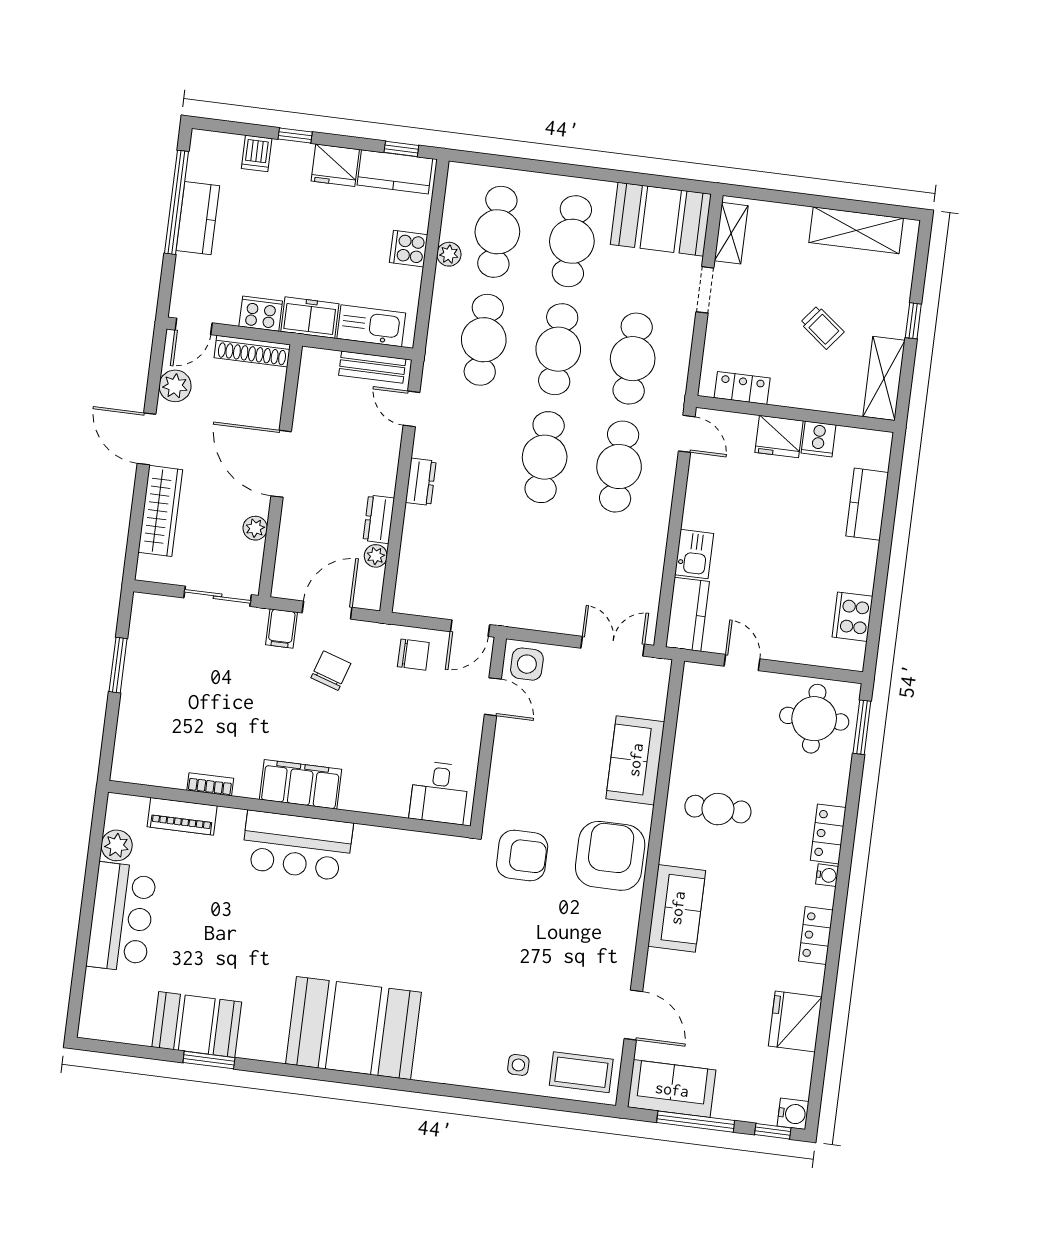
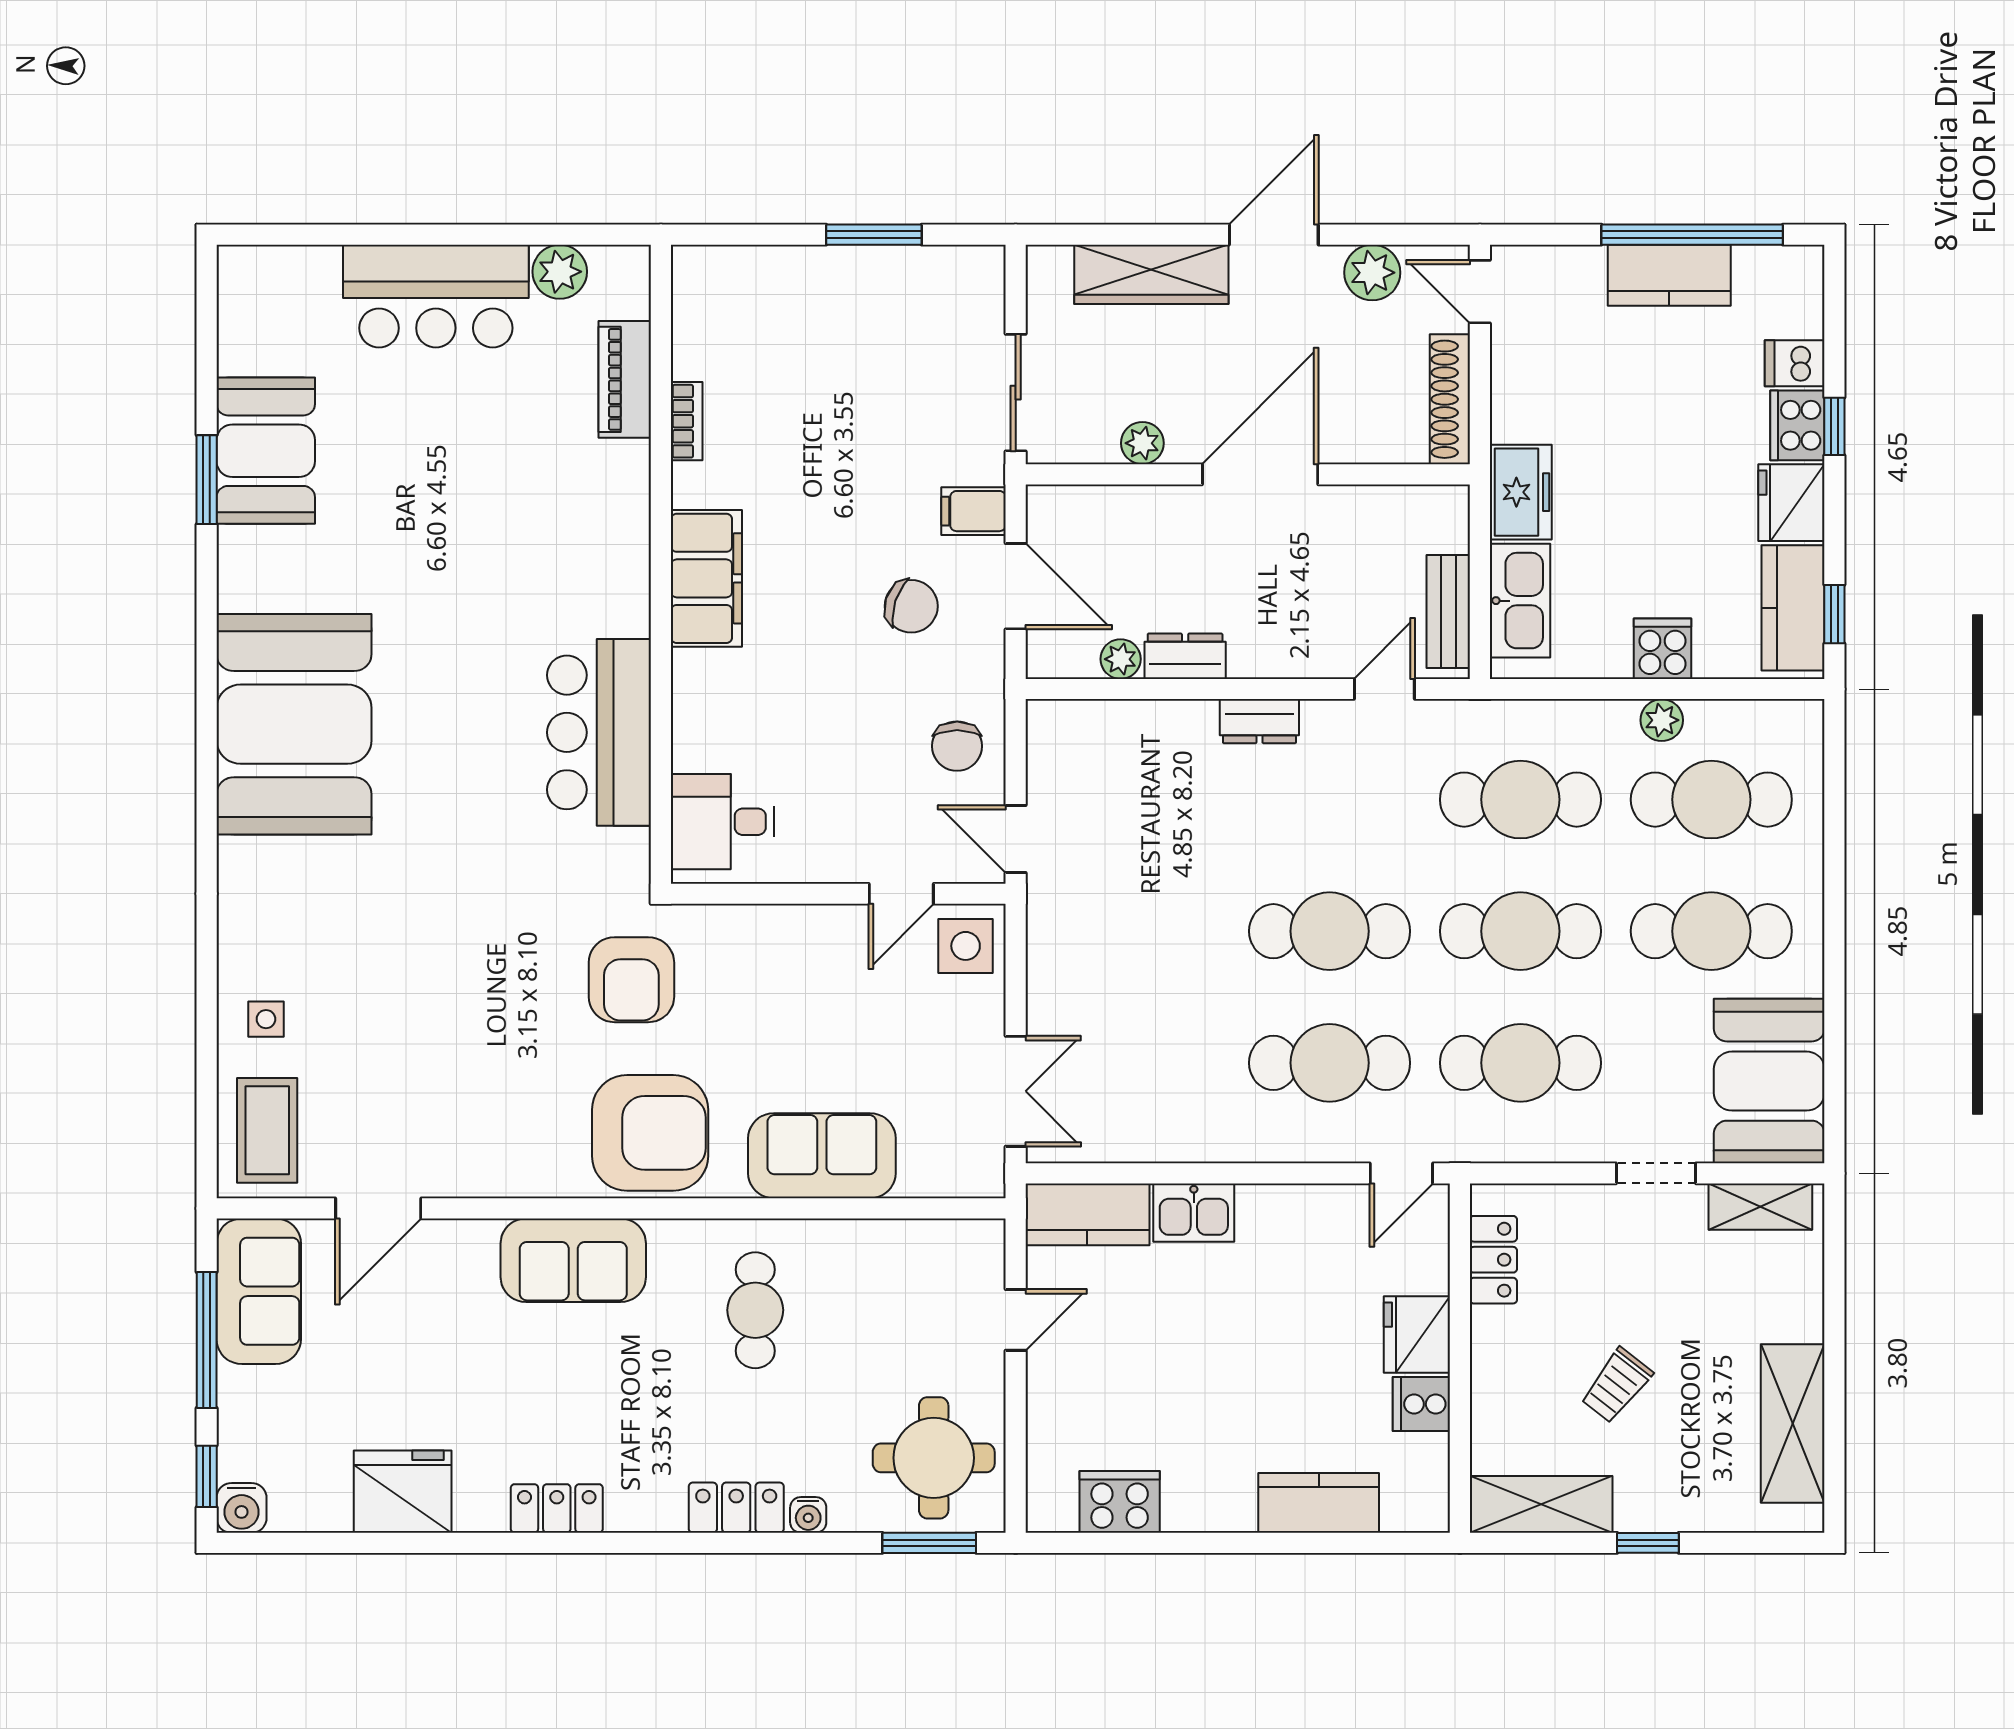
cooker: (261, 314) -> (1797, 425), moved, turned 180
bar counter: (297, 846) -> (599, 732), moved
water cooler: (827, 875) -> (808, 1515), moved

